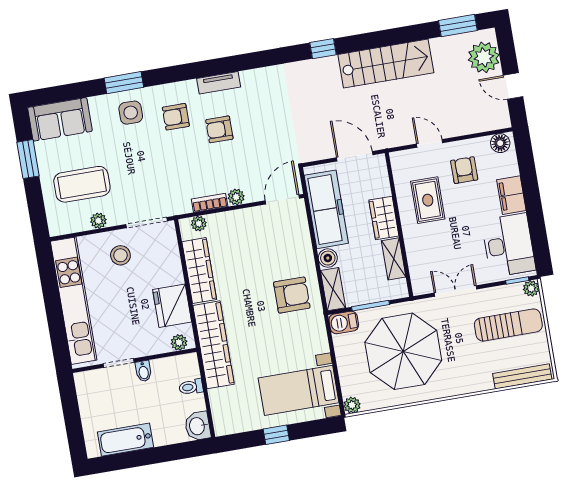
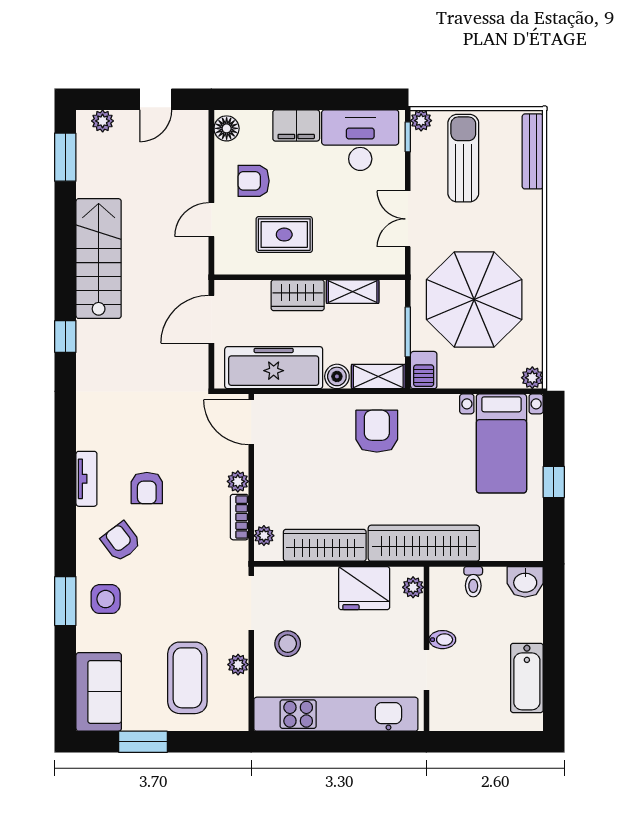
plant: (484, 57) -> (103, 121), width x0.53, depth x0.53
armchair: (176, 117) -> (121, 542), turned 143

